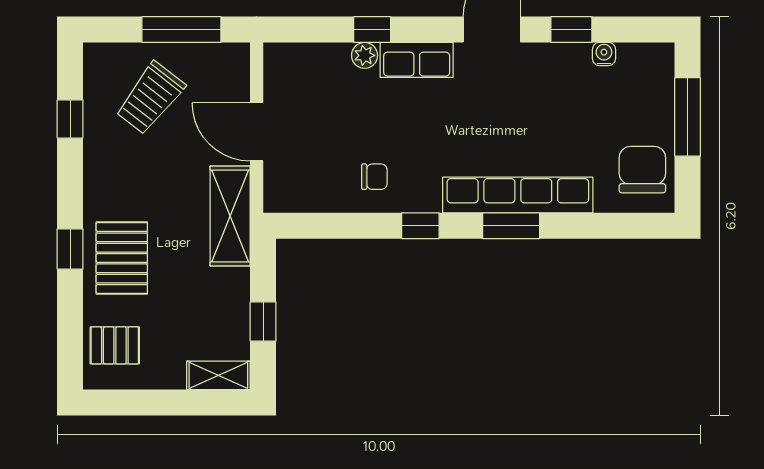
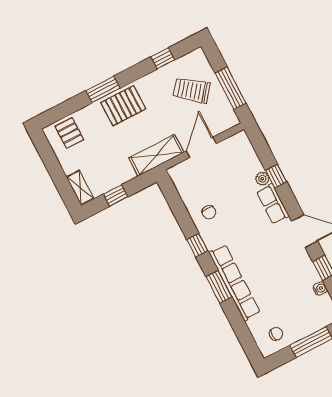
chair: (642, 170) -> (276, 334), width x0.54, depth x0.54
window: (70, 249) -> (103, 89), width x1.50
pallet: (122, 258) -> (123, 106), moved

